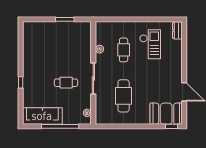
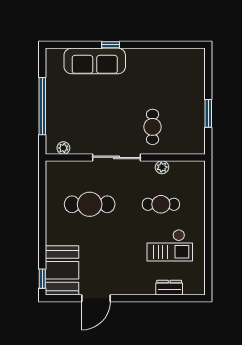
dresser: (177, 31) -> (169, 288), moved
cafe table: (66, 83) -> (153, 127), moved
sofa: (42, 116) -> (95, 61), moved, turned 90

